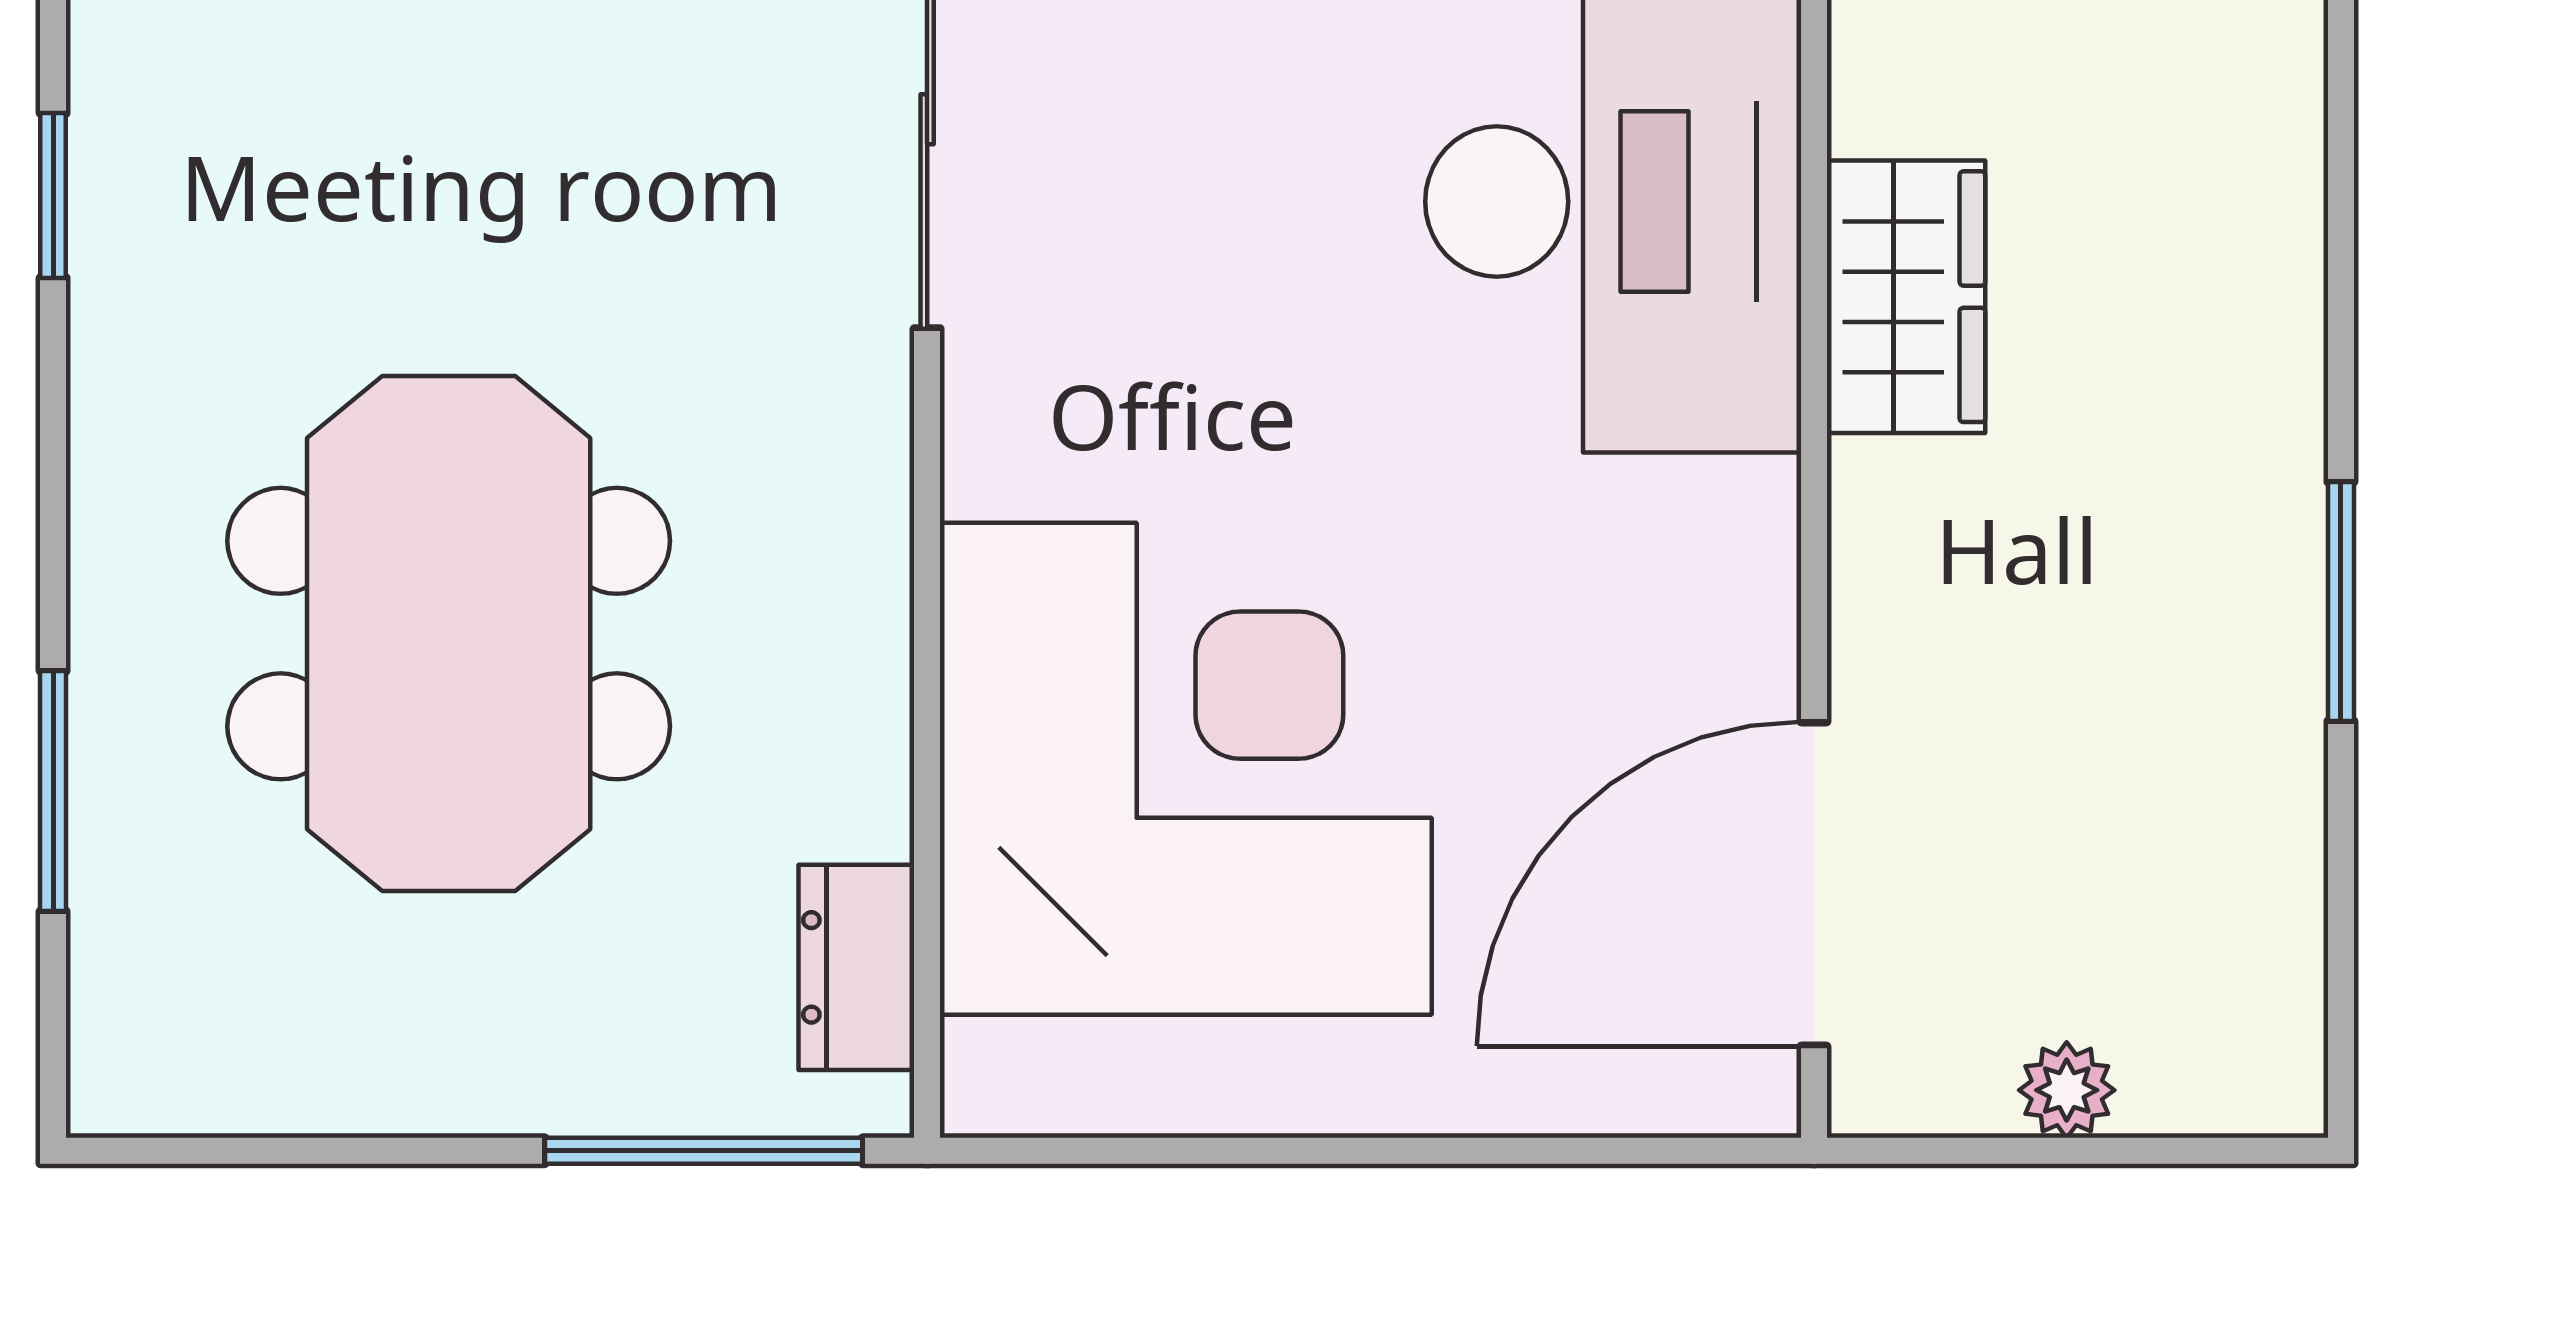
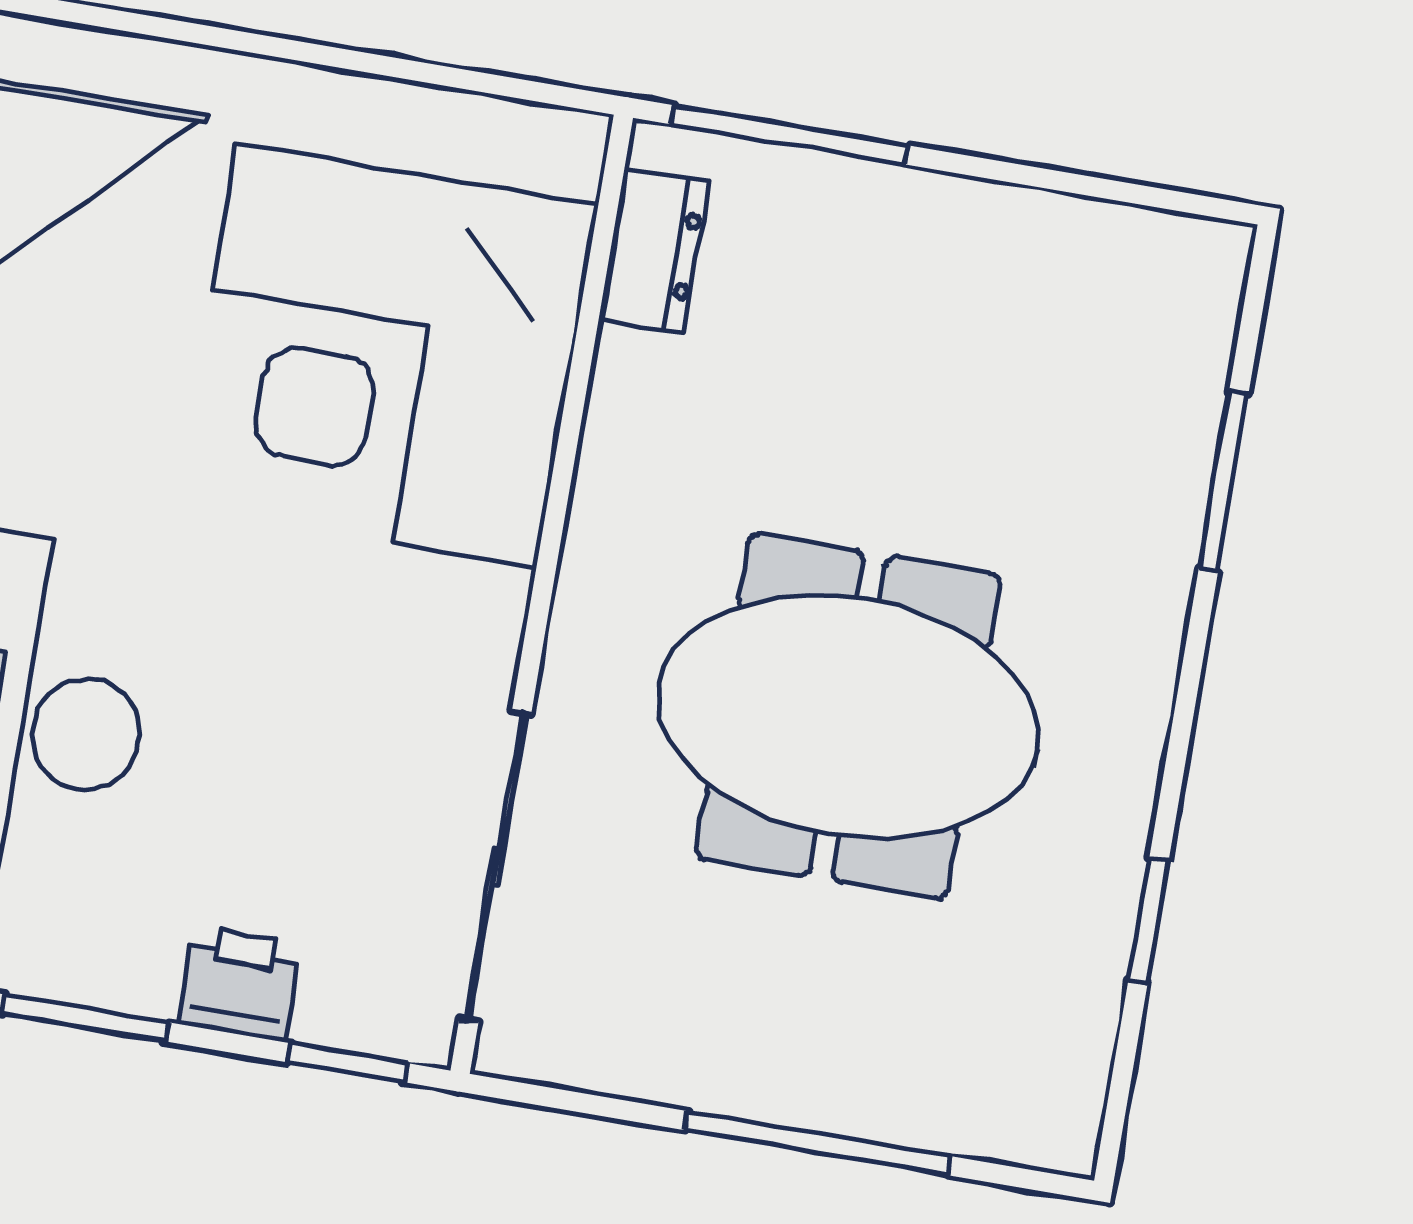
meeting table: (449, 634) -> (848, 716), moved, turned 90

